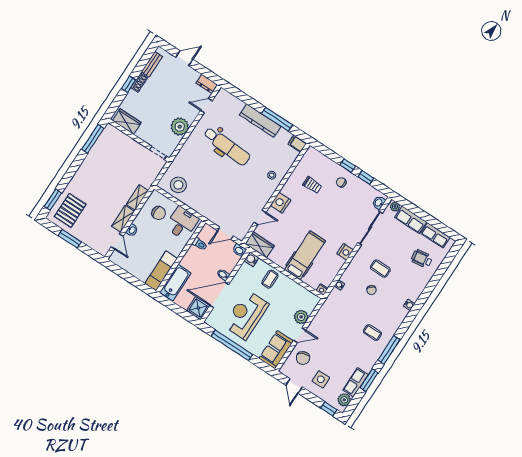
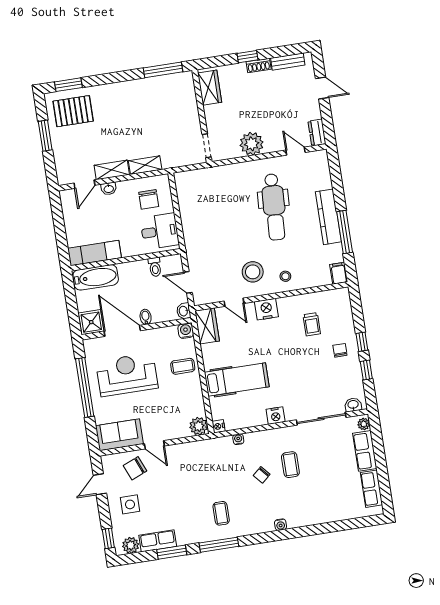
stool: (178, 185) -> (253, 272), moved
wheelchair: (422, 259) -> (337, 496), removed
plant: (301, 317) -> (199, 426), moved

